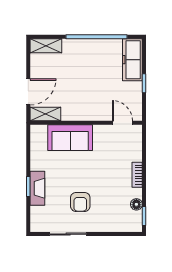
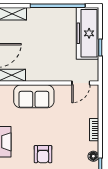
freezer: (132, 60) -> (87, 33), width x1.36, depth x1.26
door: (122, 123) -> (81, 83), swing flipped

